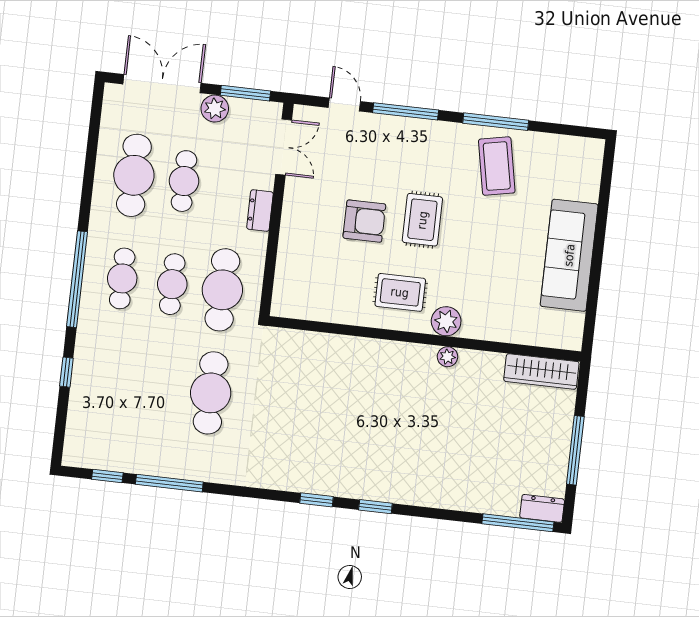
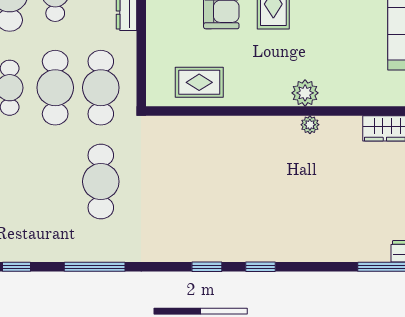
cafe table: (172, 284) -> (55, 88), width x1.37, depth x1.35
rug: (400, 292) -> (199, 82), moved
window: (169, 483) -> (95, 267), moved

